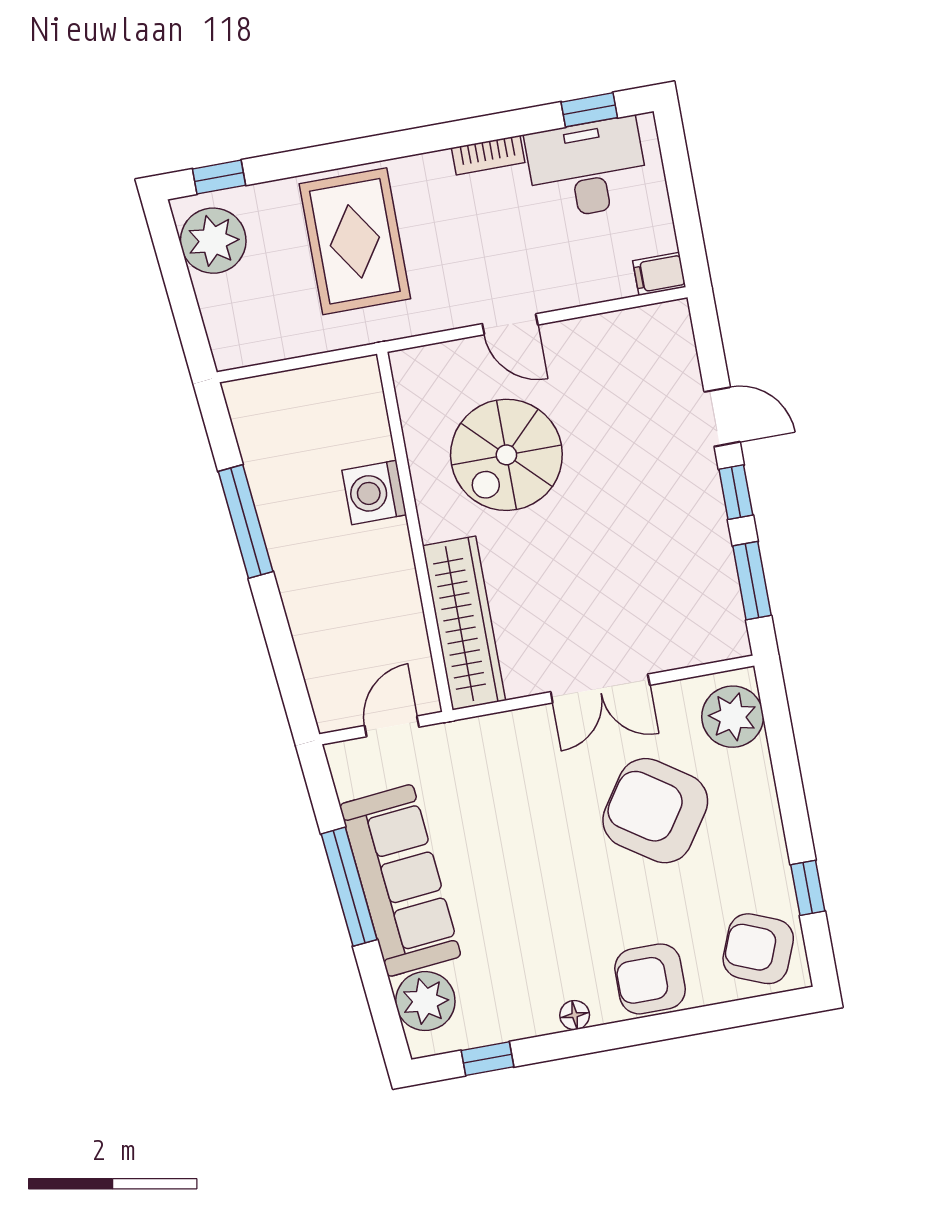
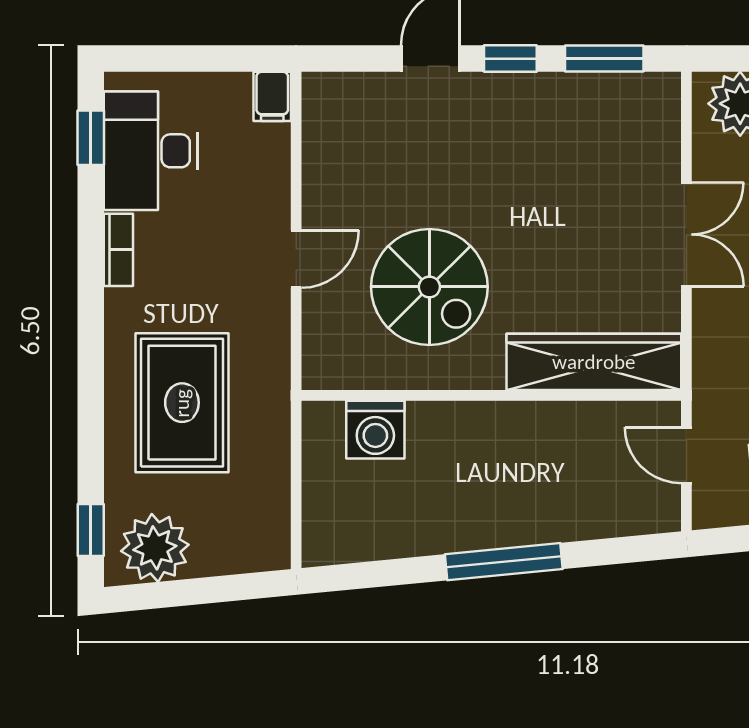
rug: (355, 241) -> (182, 403), turned 90
washing machine: (374, 492) -> (375, 430), moved
window: (246, 521) -> (504, 562), moved

